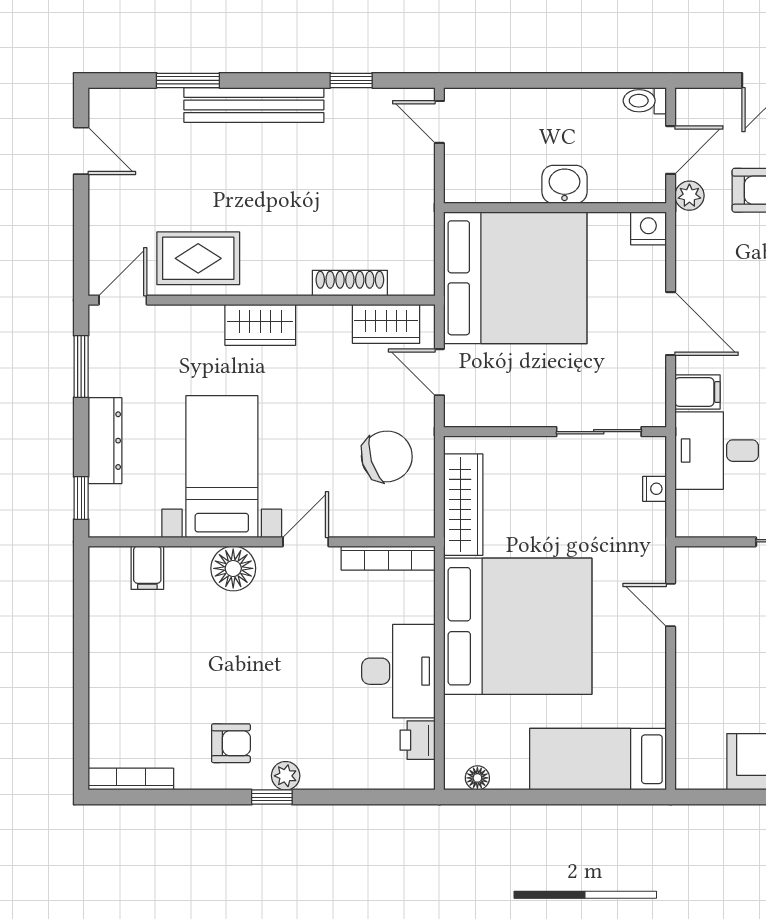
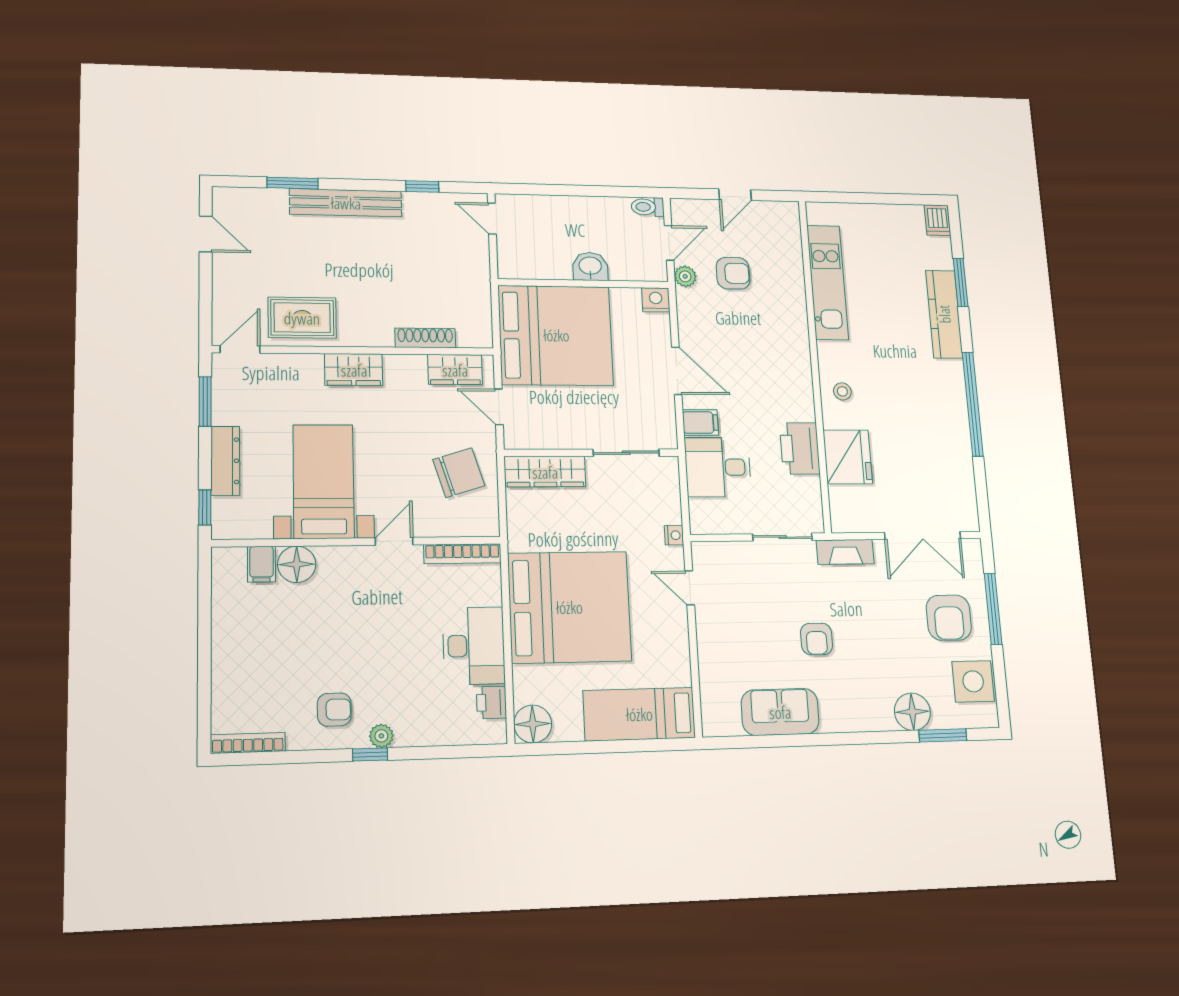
nightstand: (654, 489) -> (674, 535), moved
wardrobe: (463, 505) -> (545, 472), moved, turned 90
floor lamp: (233, 568) -> (297, 564), moved
floor lamp: (477, 778) -> (533, 724), width x1.89, depth x1.89

